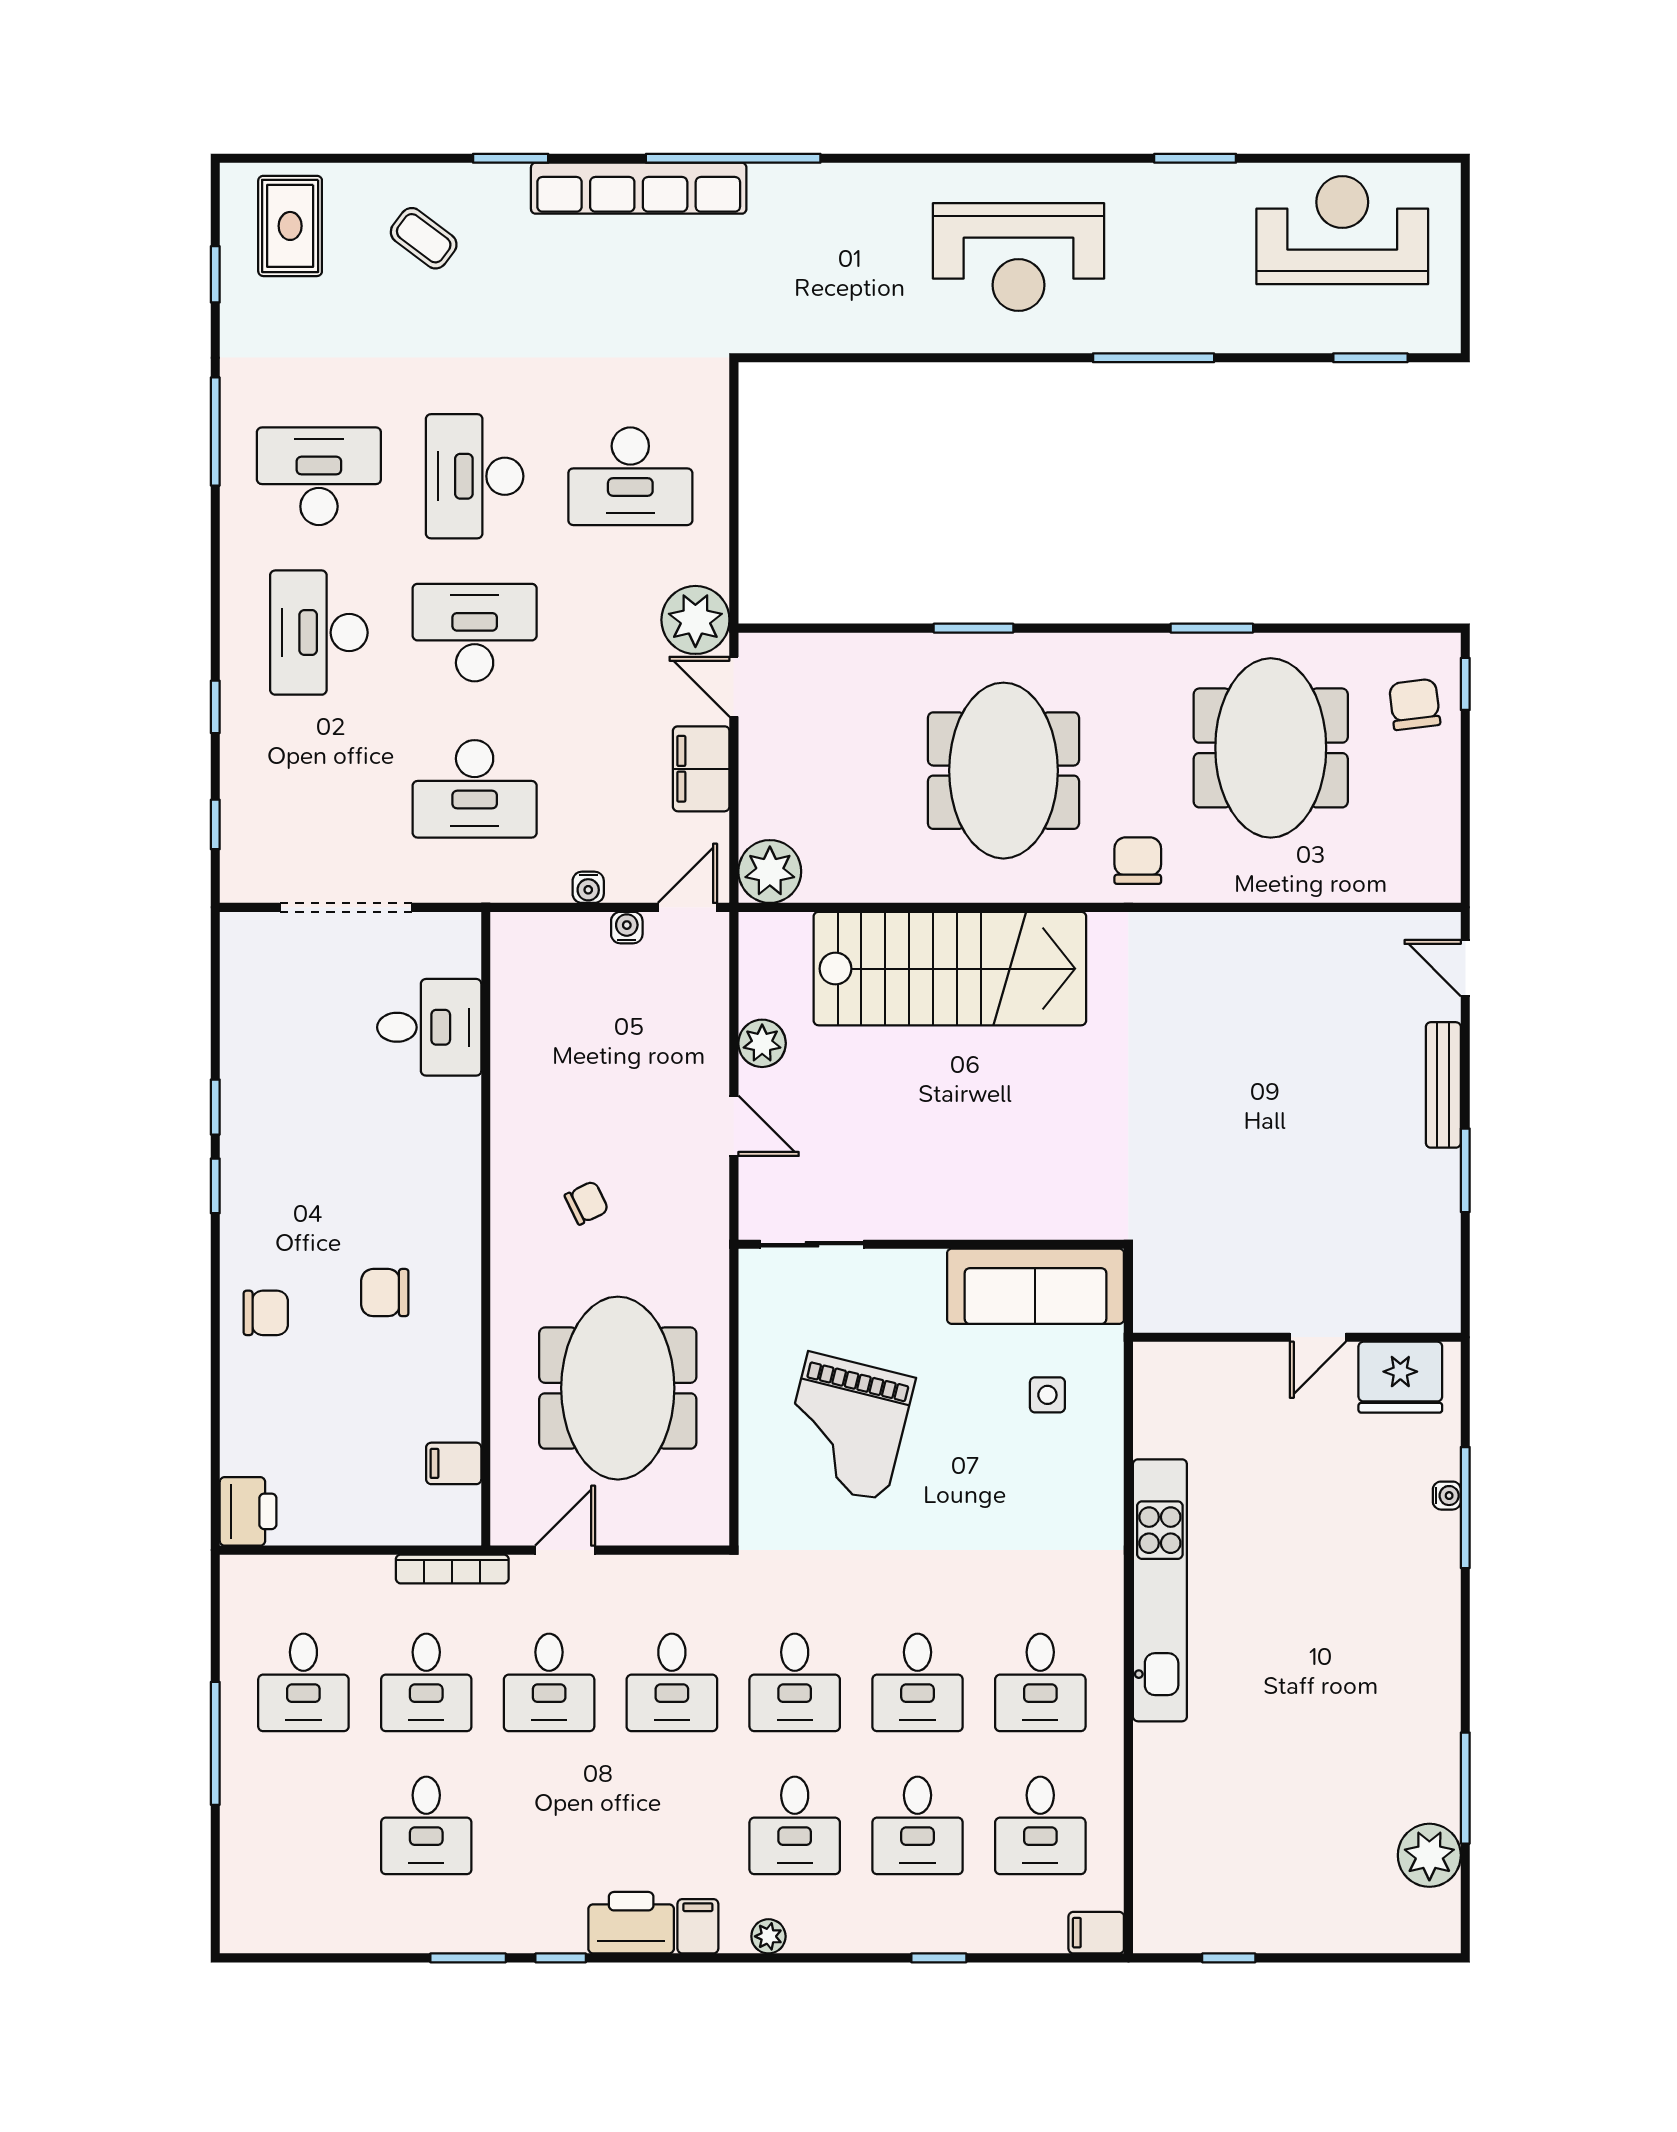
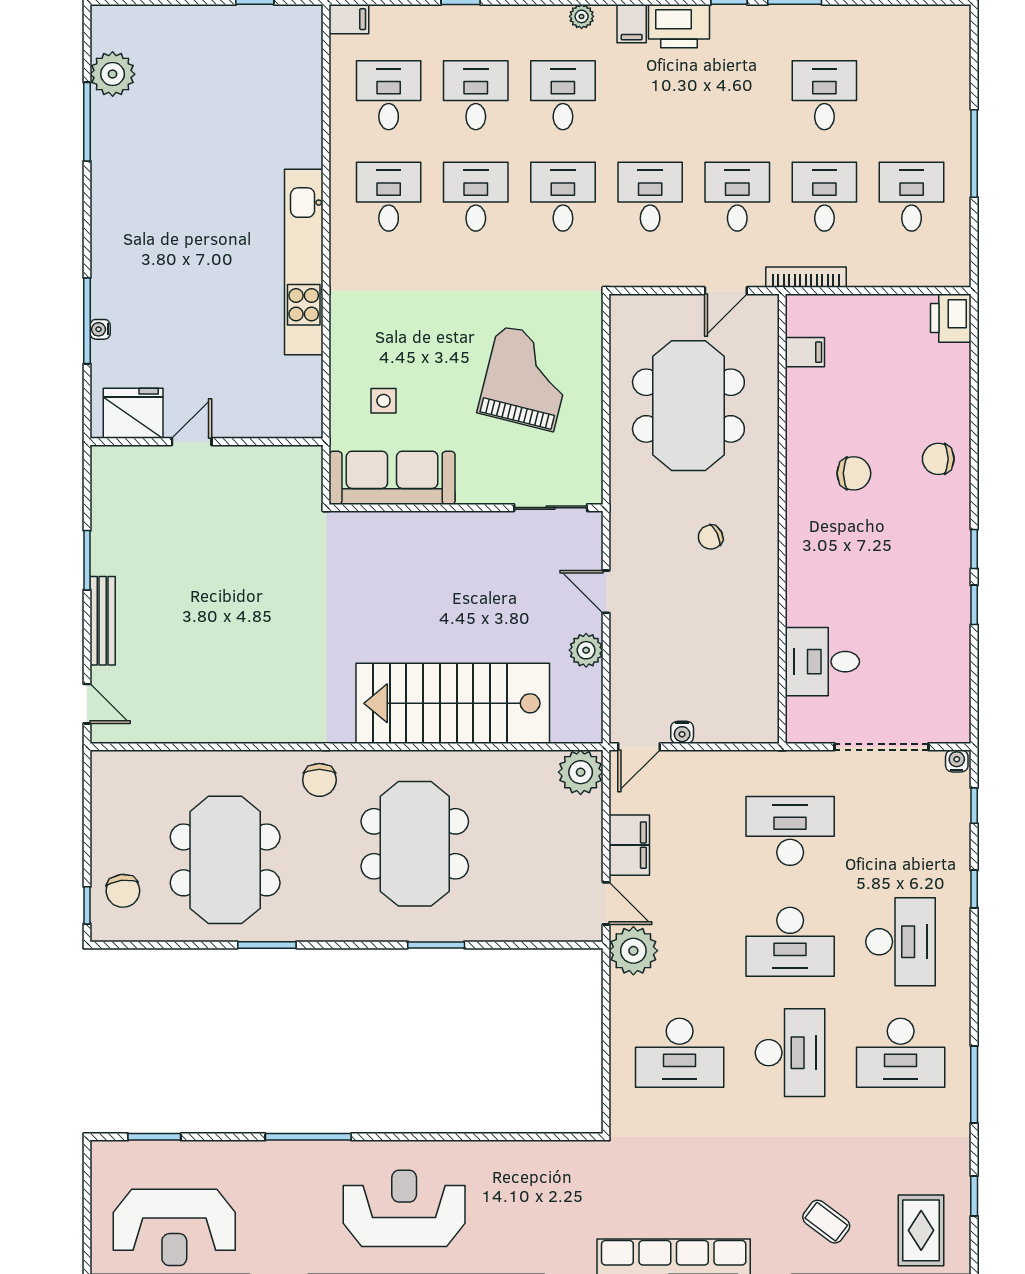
desk: (630, 476) -> (680, 1053), turned 180
water cooler: (588, 887) -> (957, 761), moved

